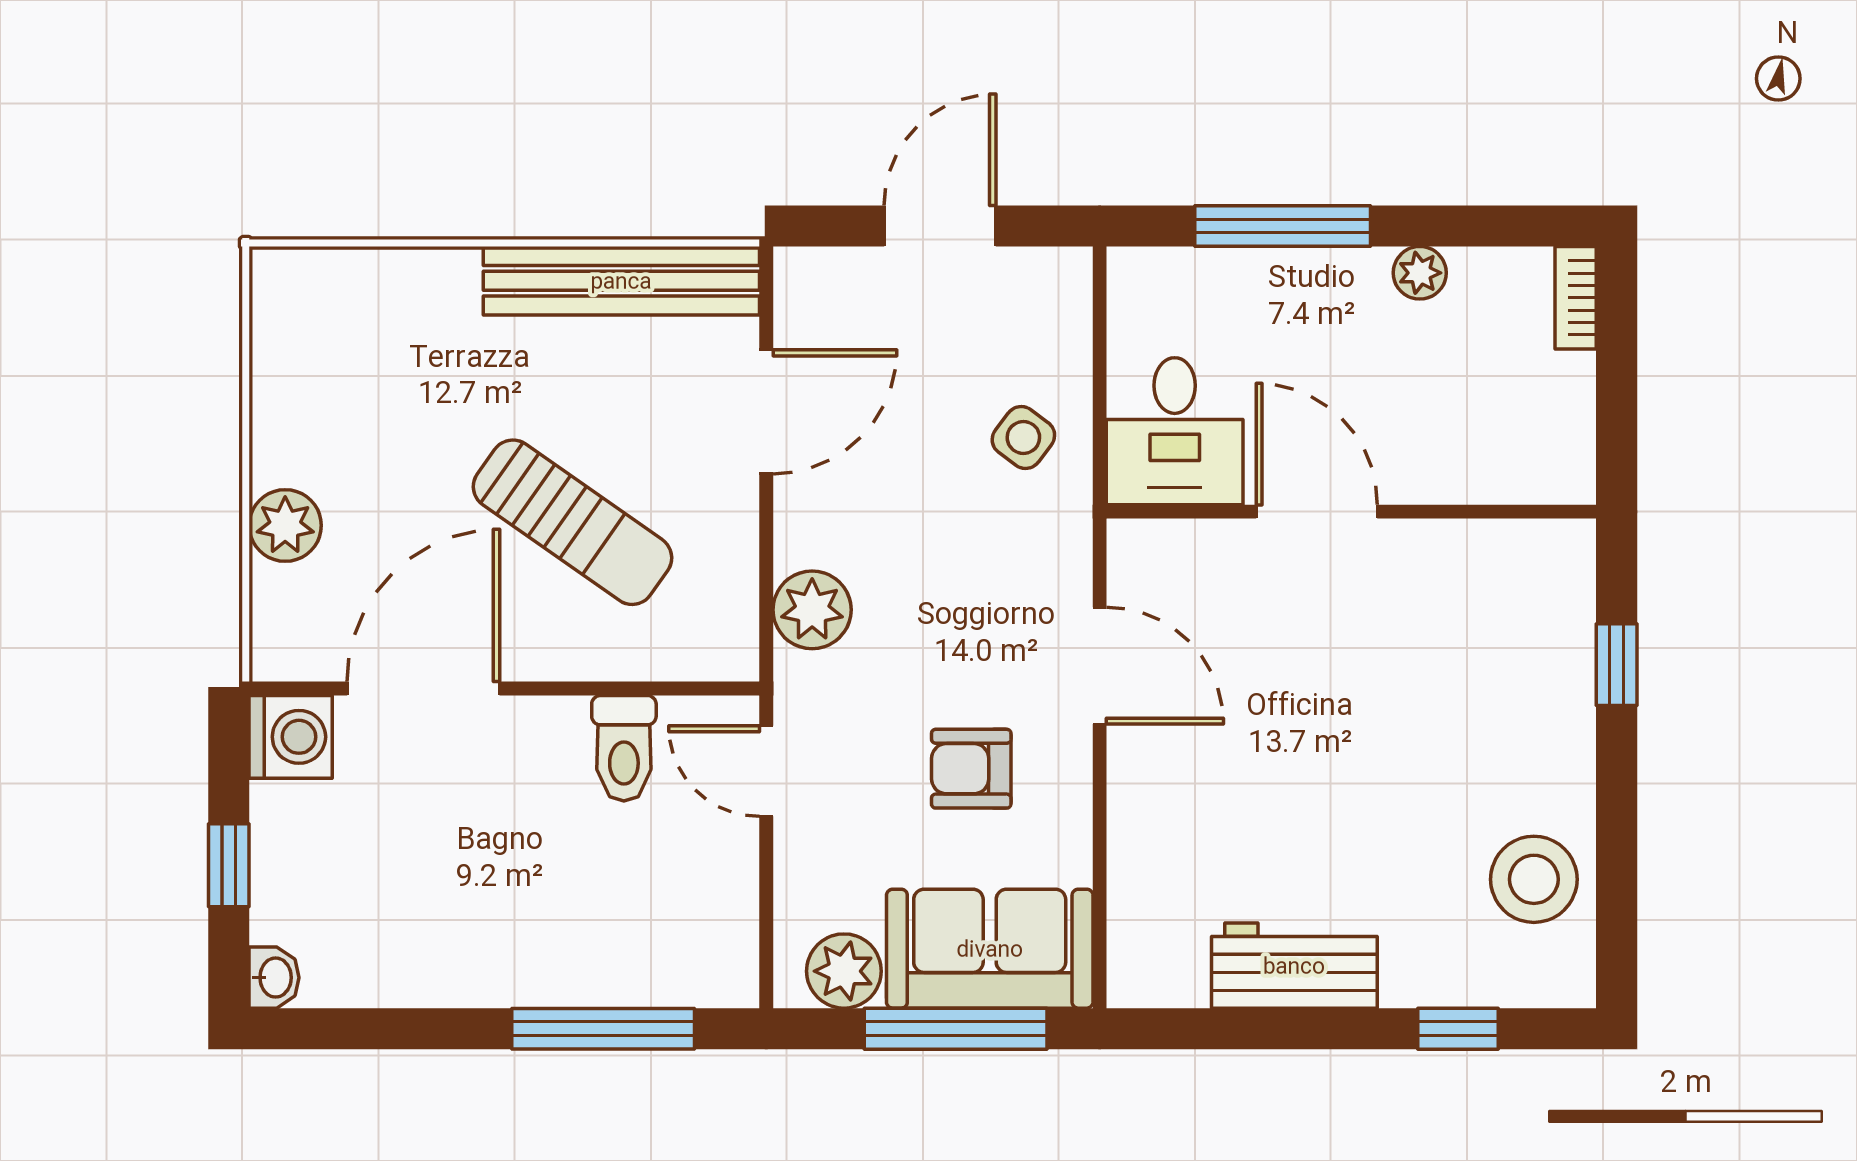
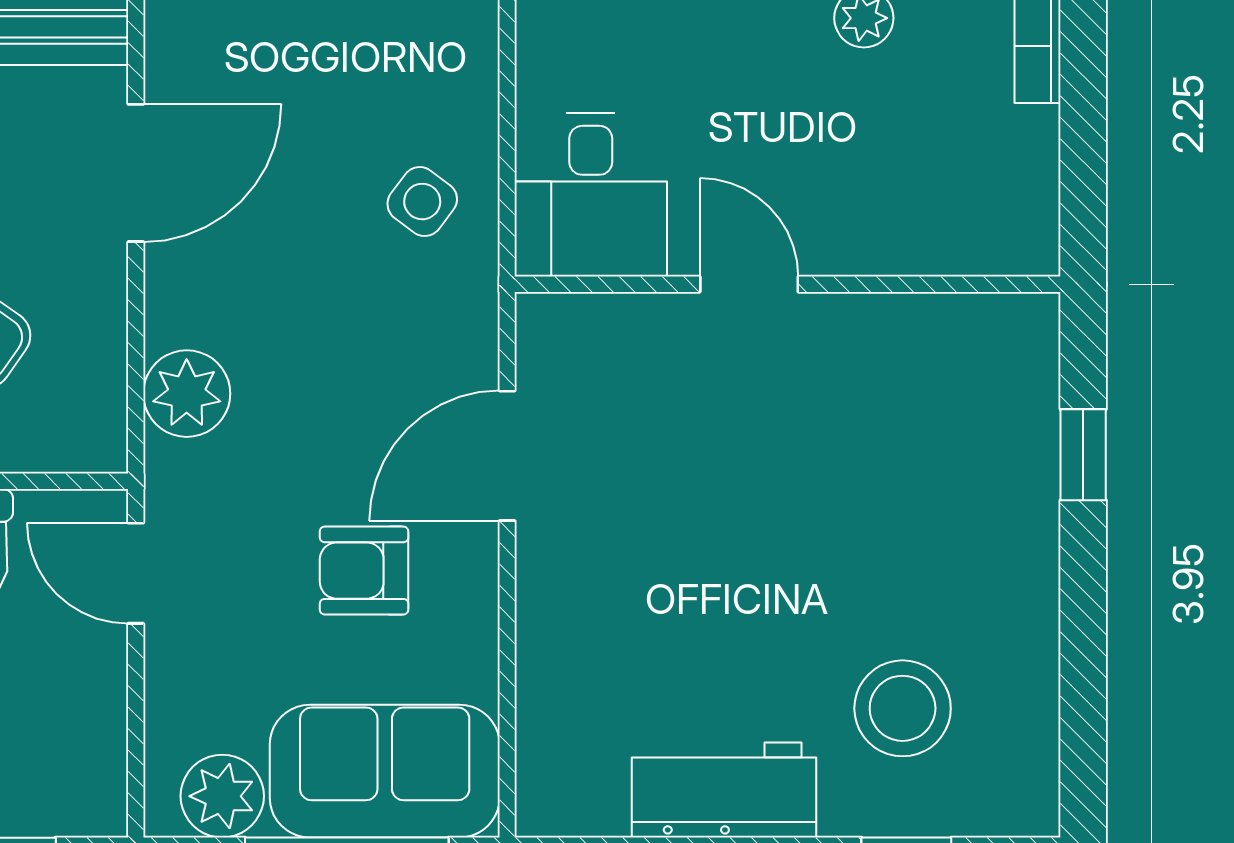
door: (1317, 512) -> (749, 284), width x0.73
door: (1100, 666) -> (507, 456), swing flipped
stool: (1534, 879) -> (903, 708), moved

